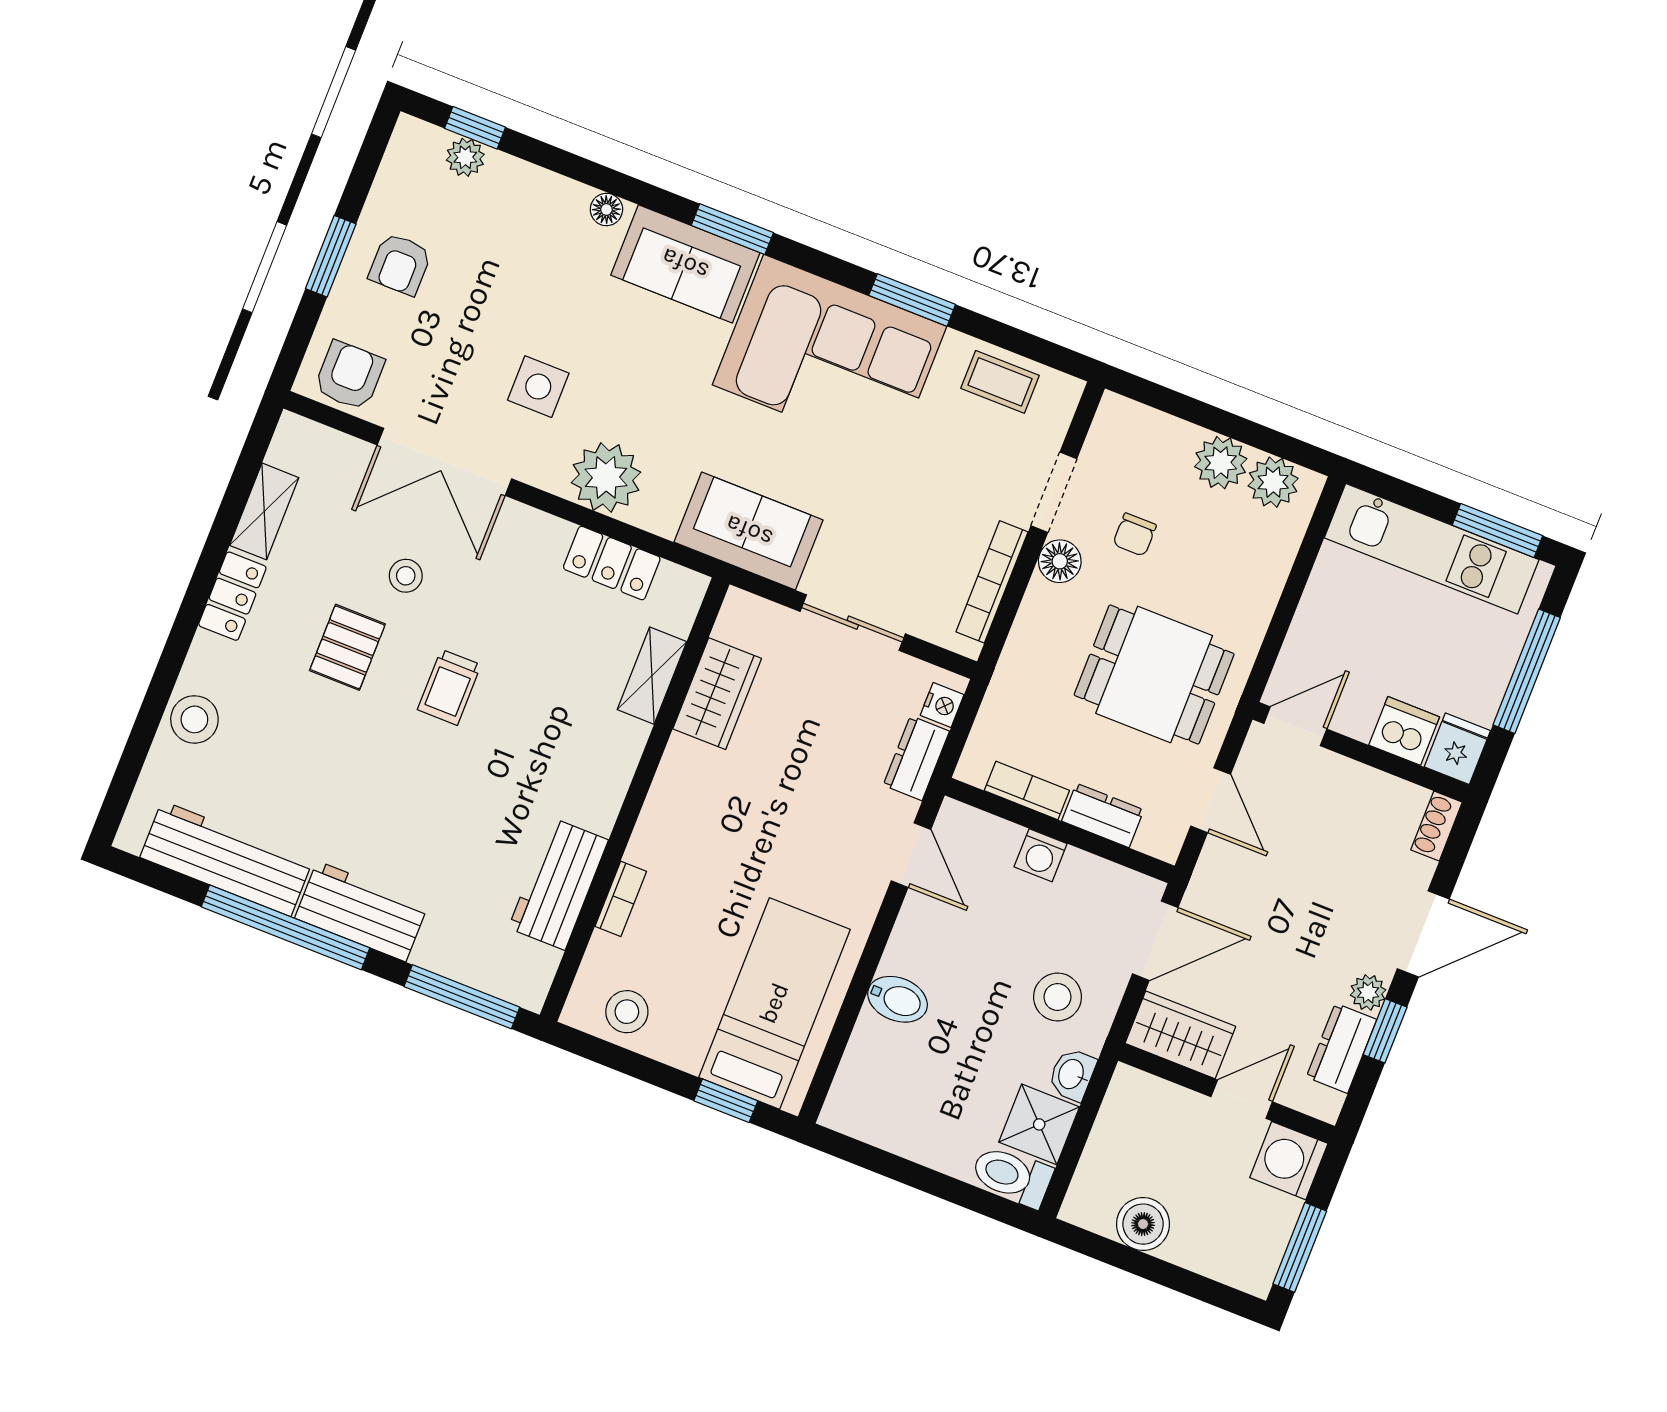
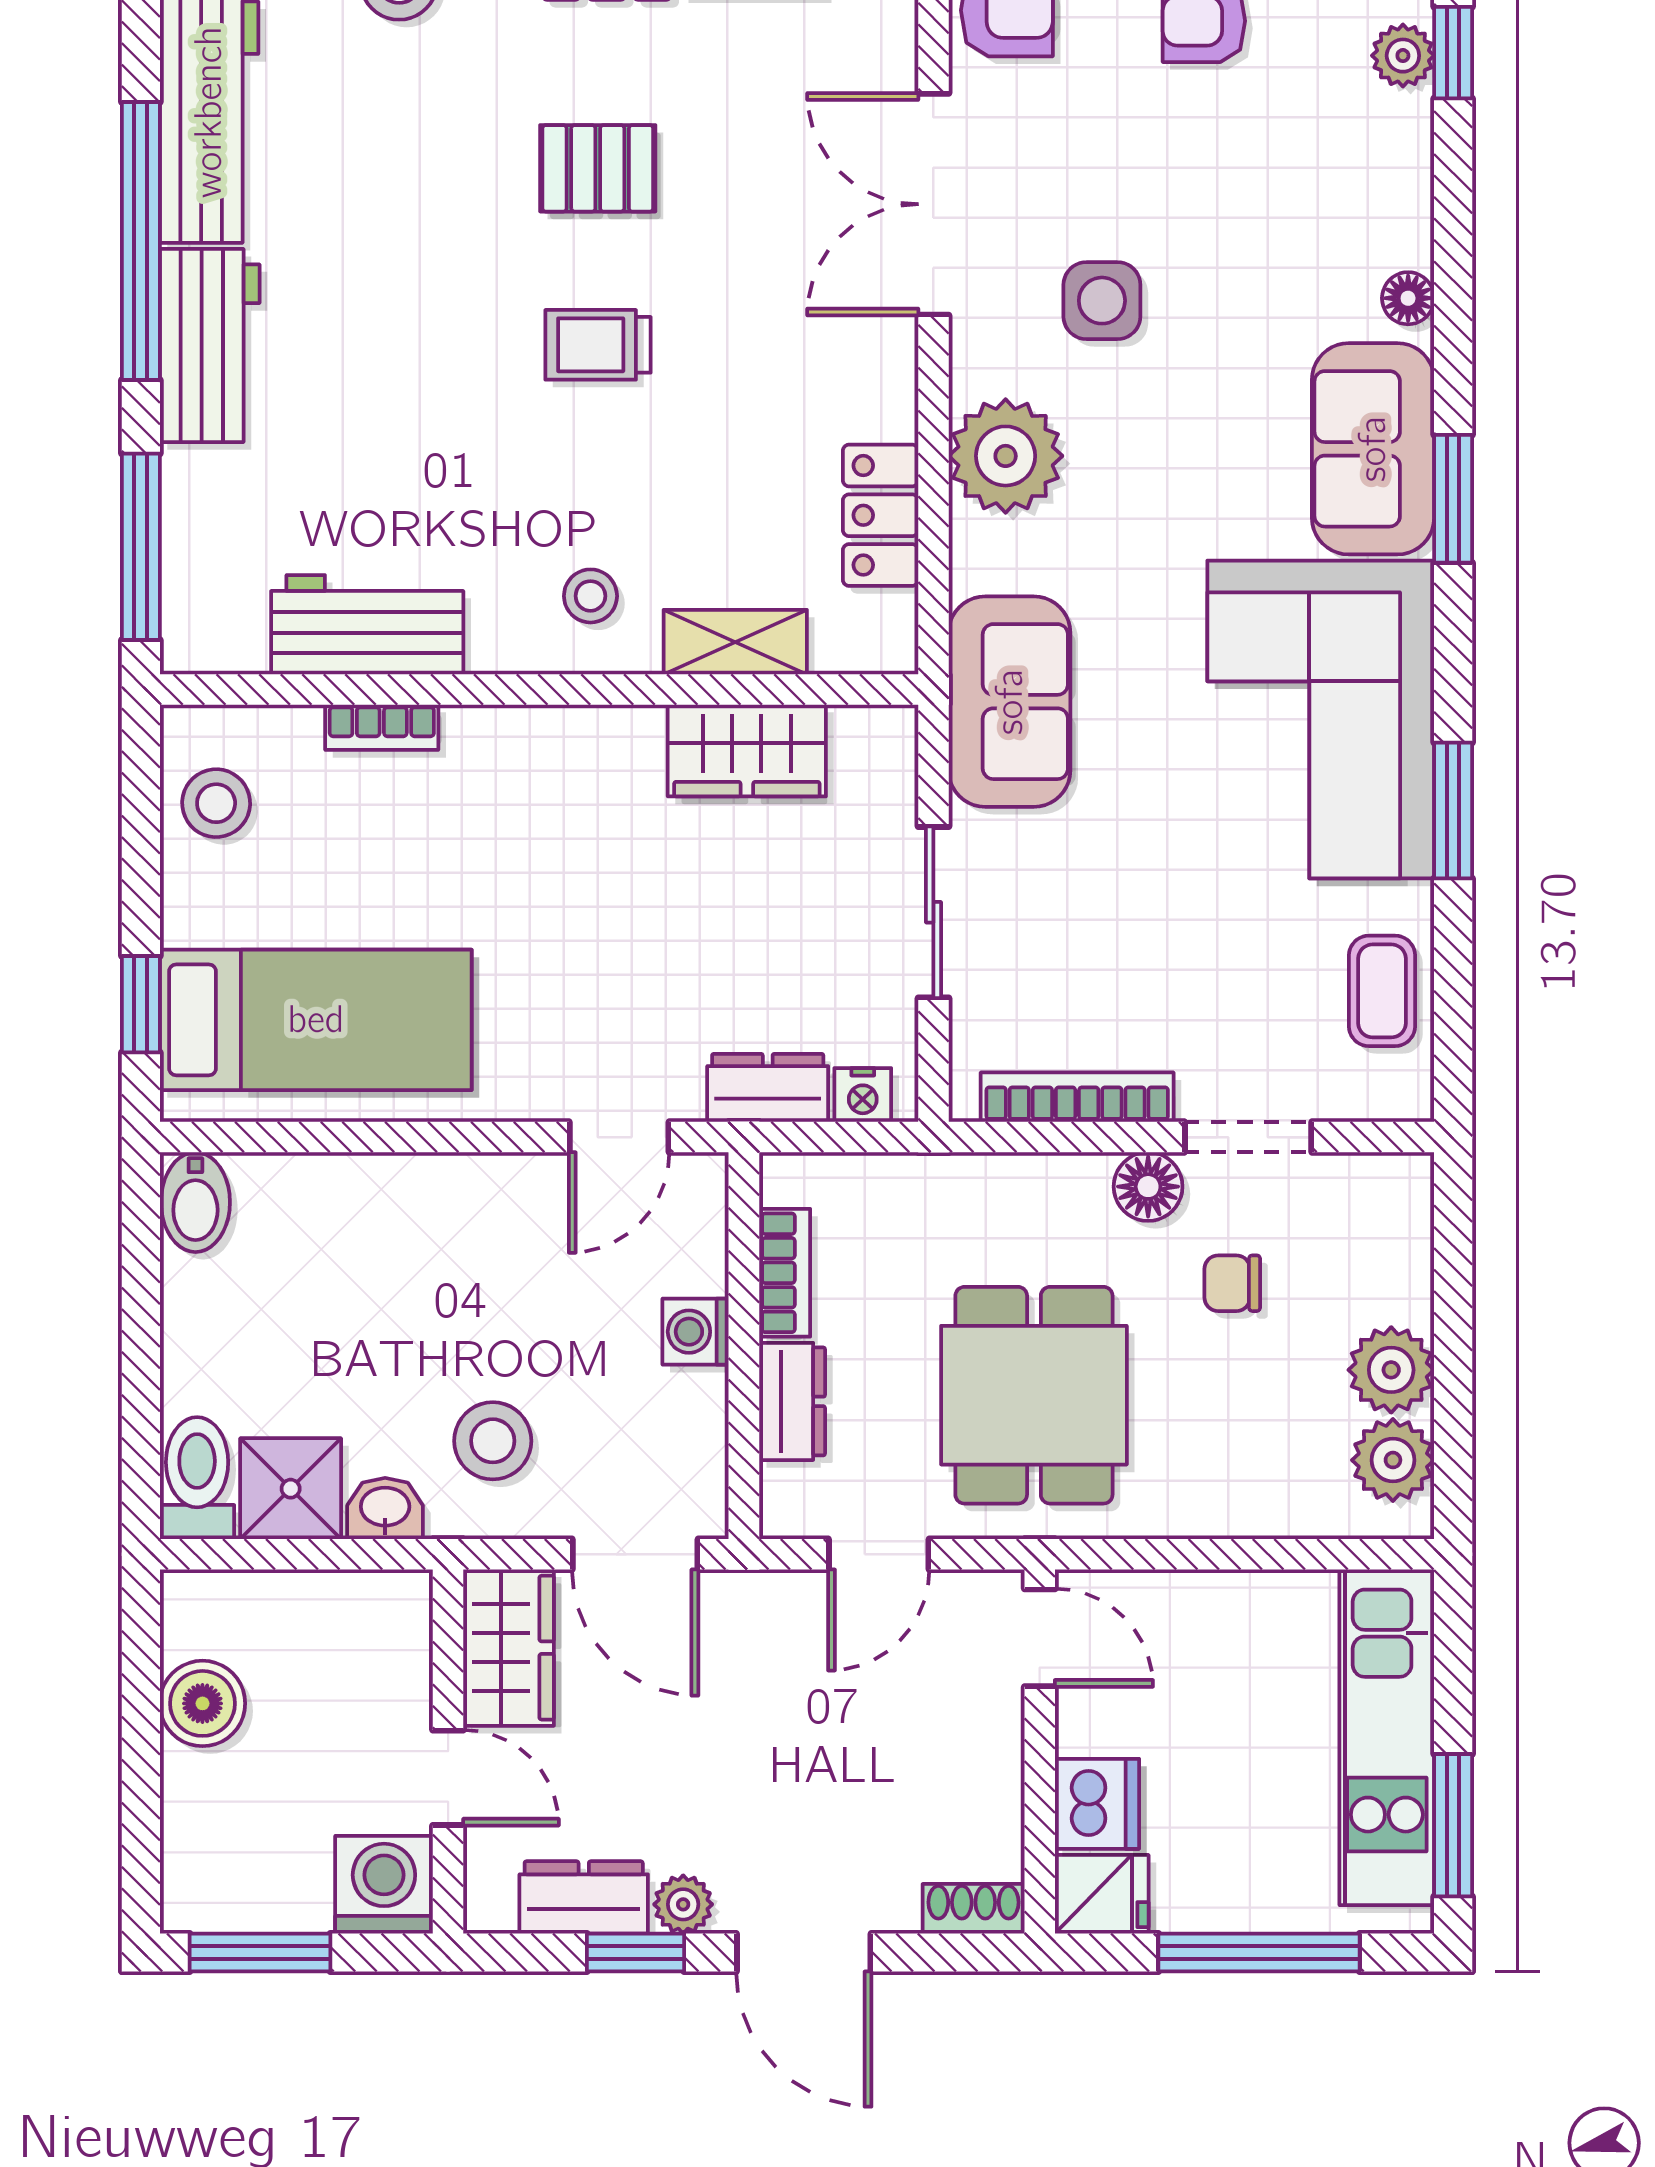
stool: (406, 576) -> (590, 596), moved
bidet: (898, 999) -> (195, 1202), moved

